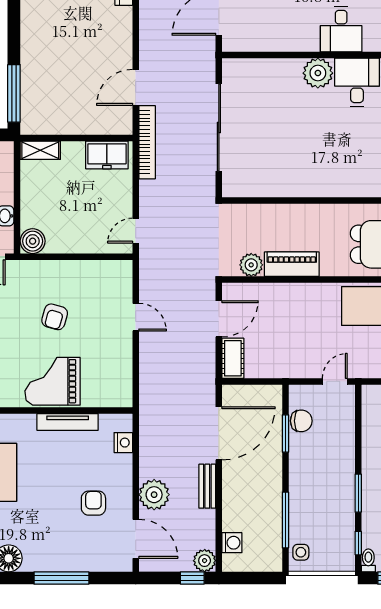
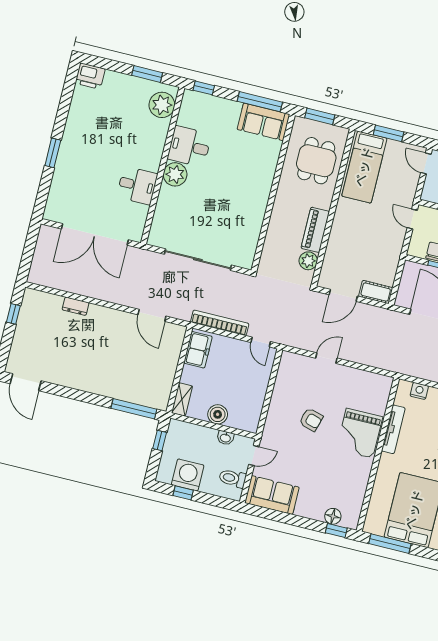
desk: (341, 29) -> (137, 185), moved
bookcase: (147, 142) -> (220, 323), moved
boiler: (33, 241) -> (218, 414), moved
door: (219, 319) -> (343, 295), swing flipped

